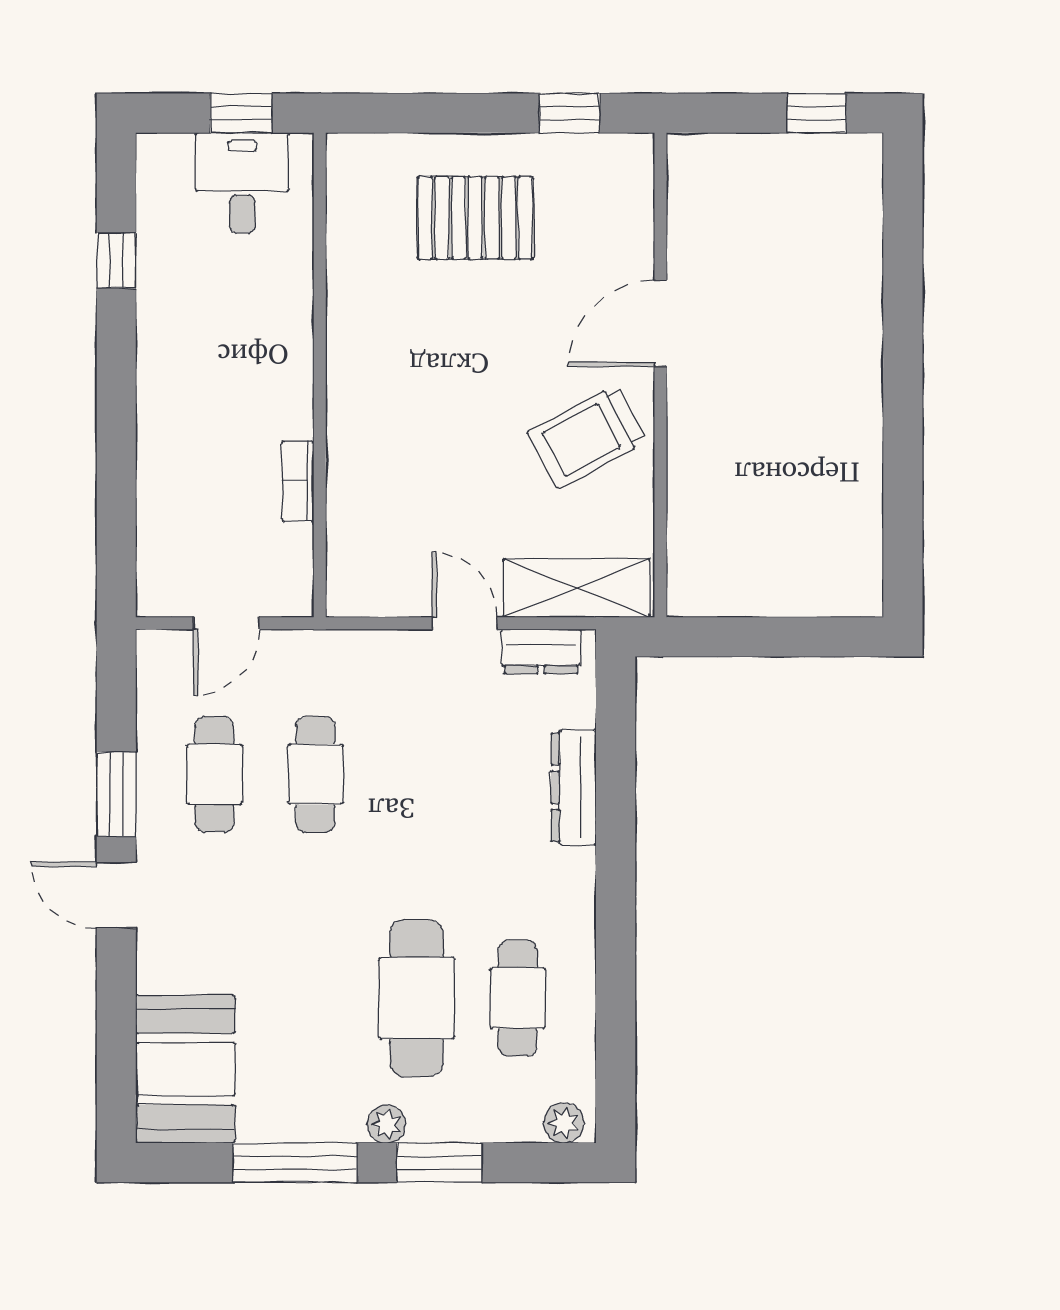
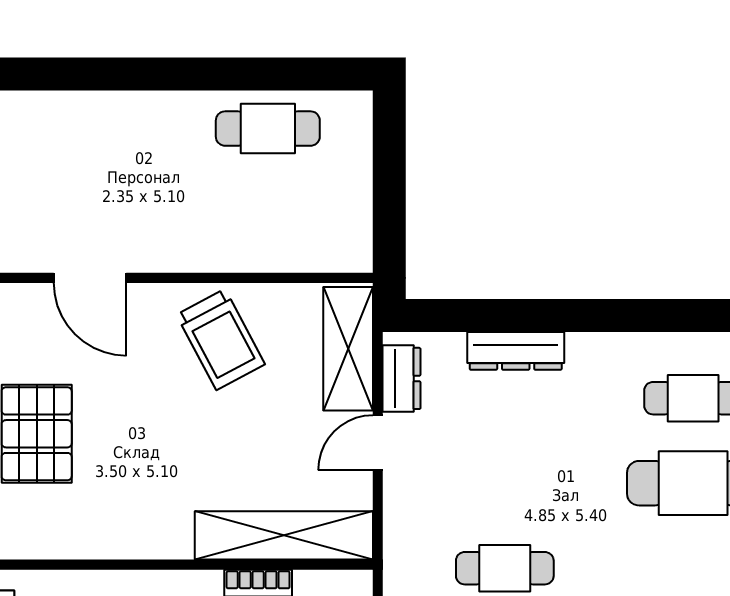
door: (660, 323) -> (90, 278), moved
cafe table: (838, 493) -> (268, 129), added
shelving: (354, 512) -> (284, 535), added

